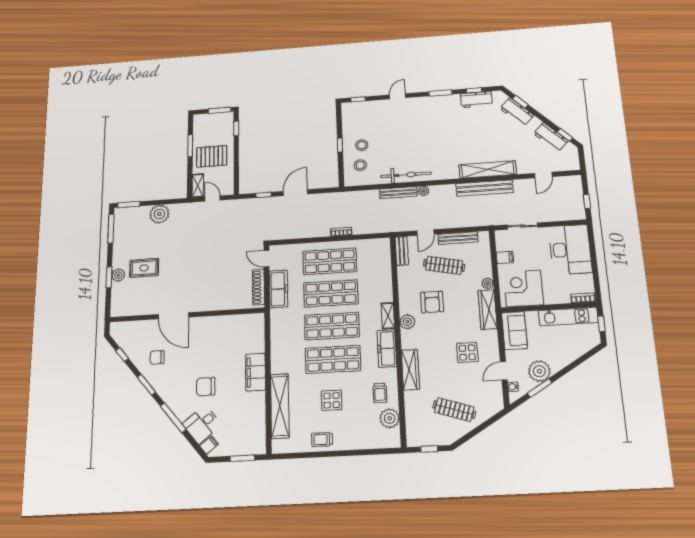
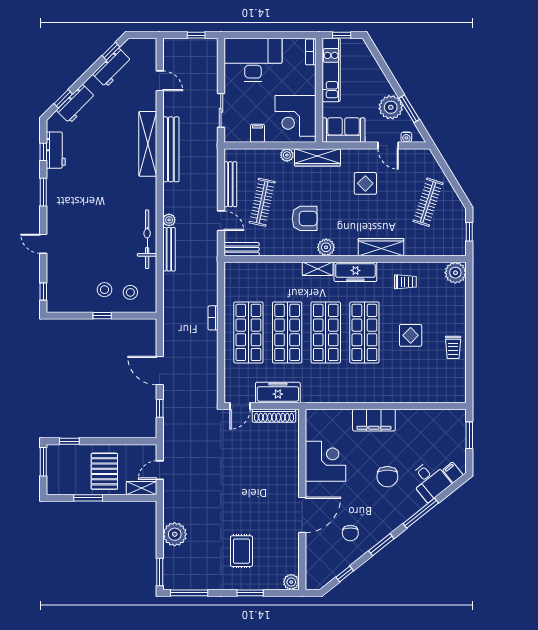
plant: (118, 275) -> (291, 582), moved
corner desk: (219, 332) -> (325, 461), added
shelving: (280, 406) -> (414, 393), removed
plant: (390, 418) -> (455, 273), moved

